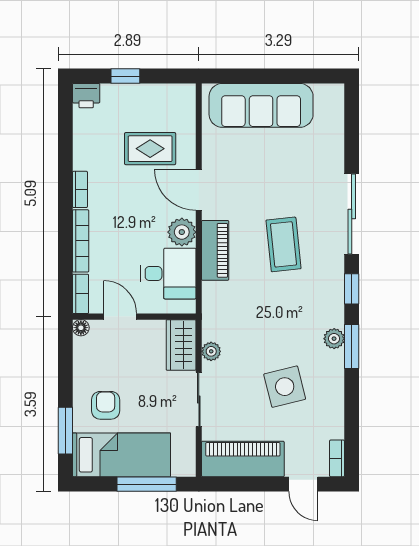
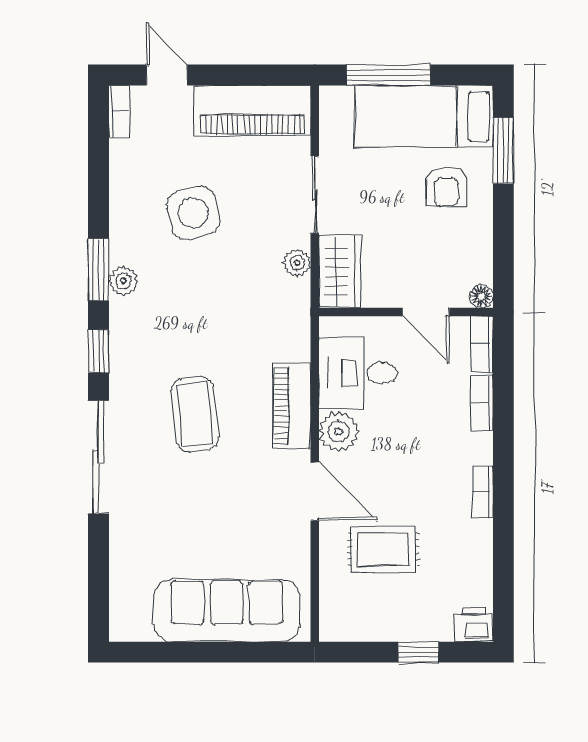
bookcase: (81, 241) -> (482, 403), width x0.64

